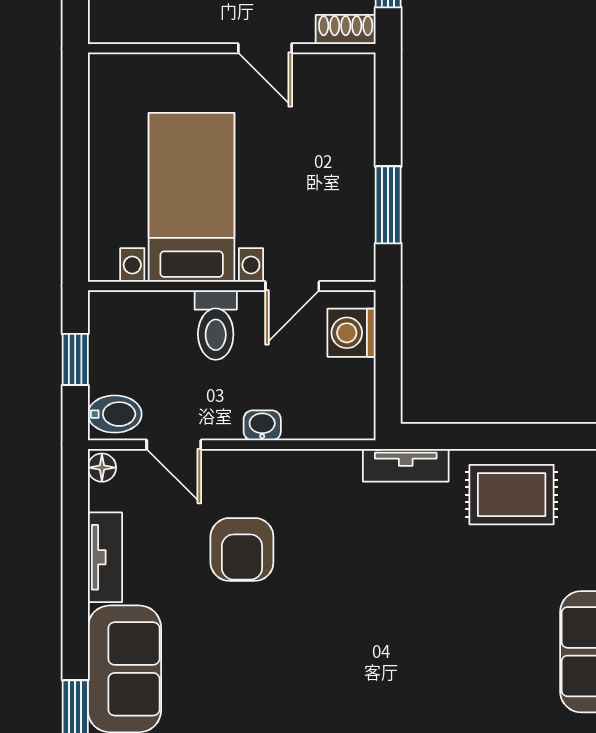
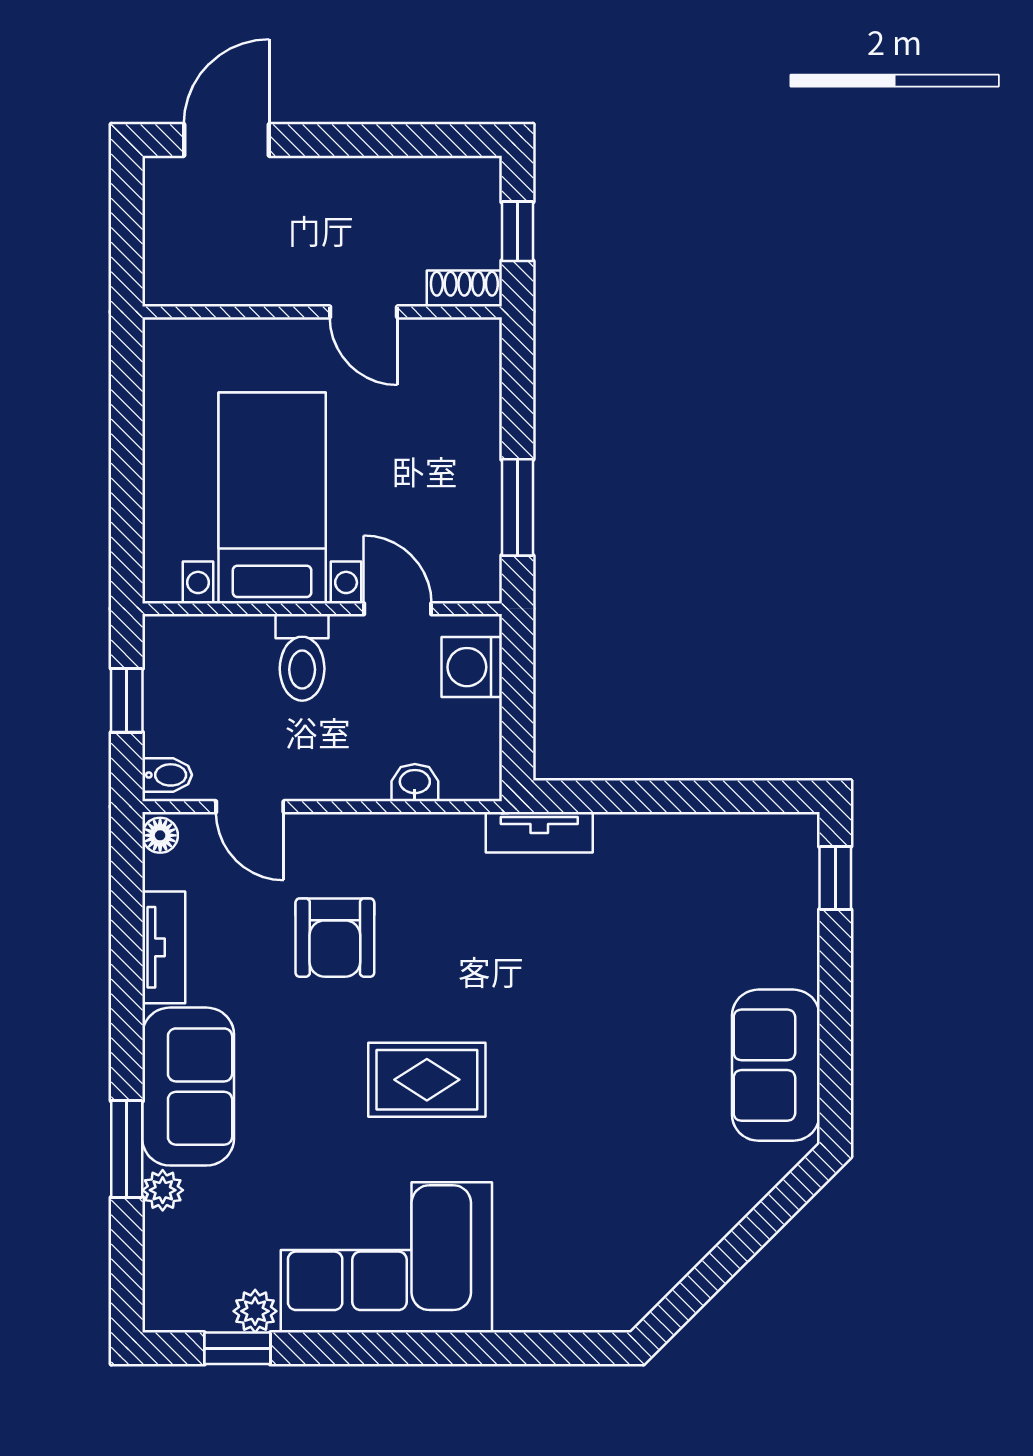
door: (292, 286) -> (398, 609), swing flipped
bidet: (115, 414) -> (167, 775), width x0.72, depth x0.74
washbasin: (262, 425) -> (415, 783), moved
rug: (512, 495) -> (427, 1080), moved

